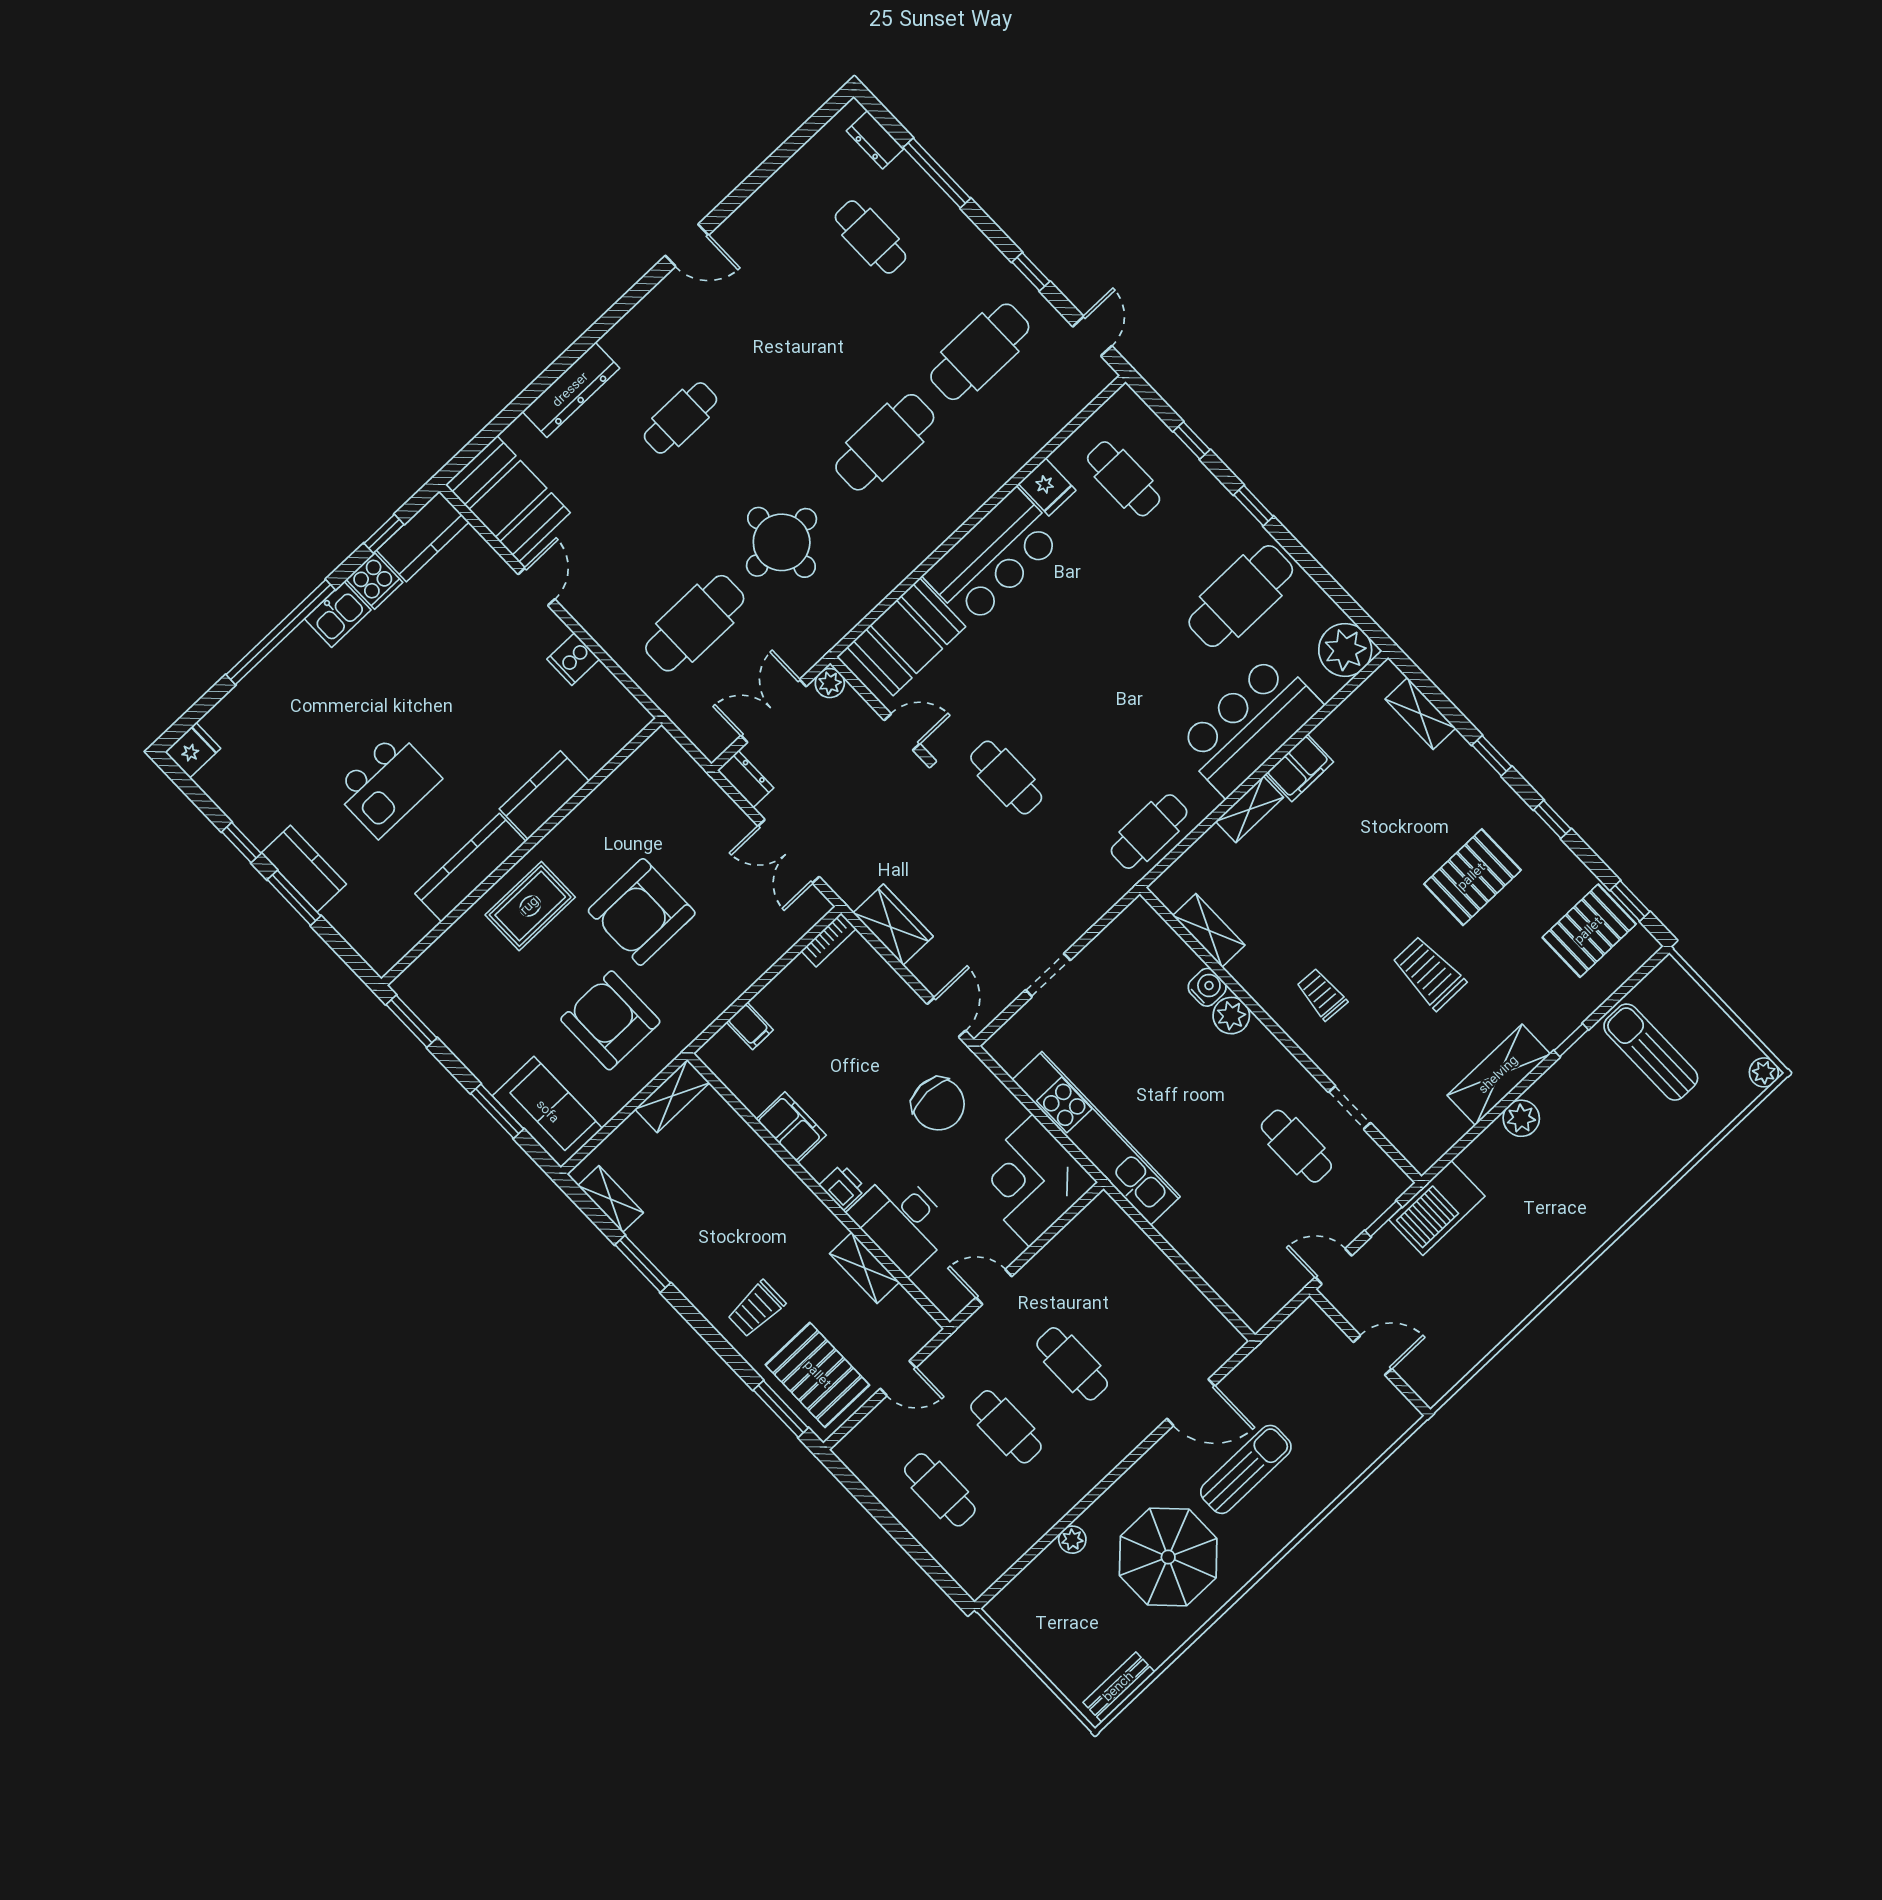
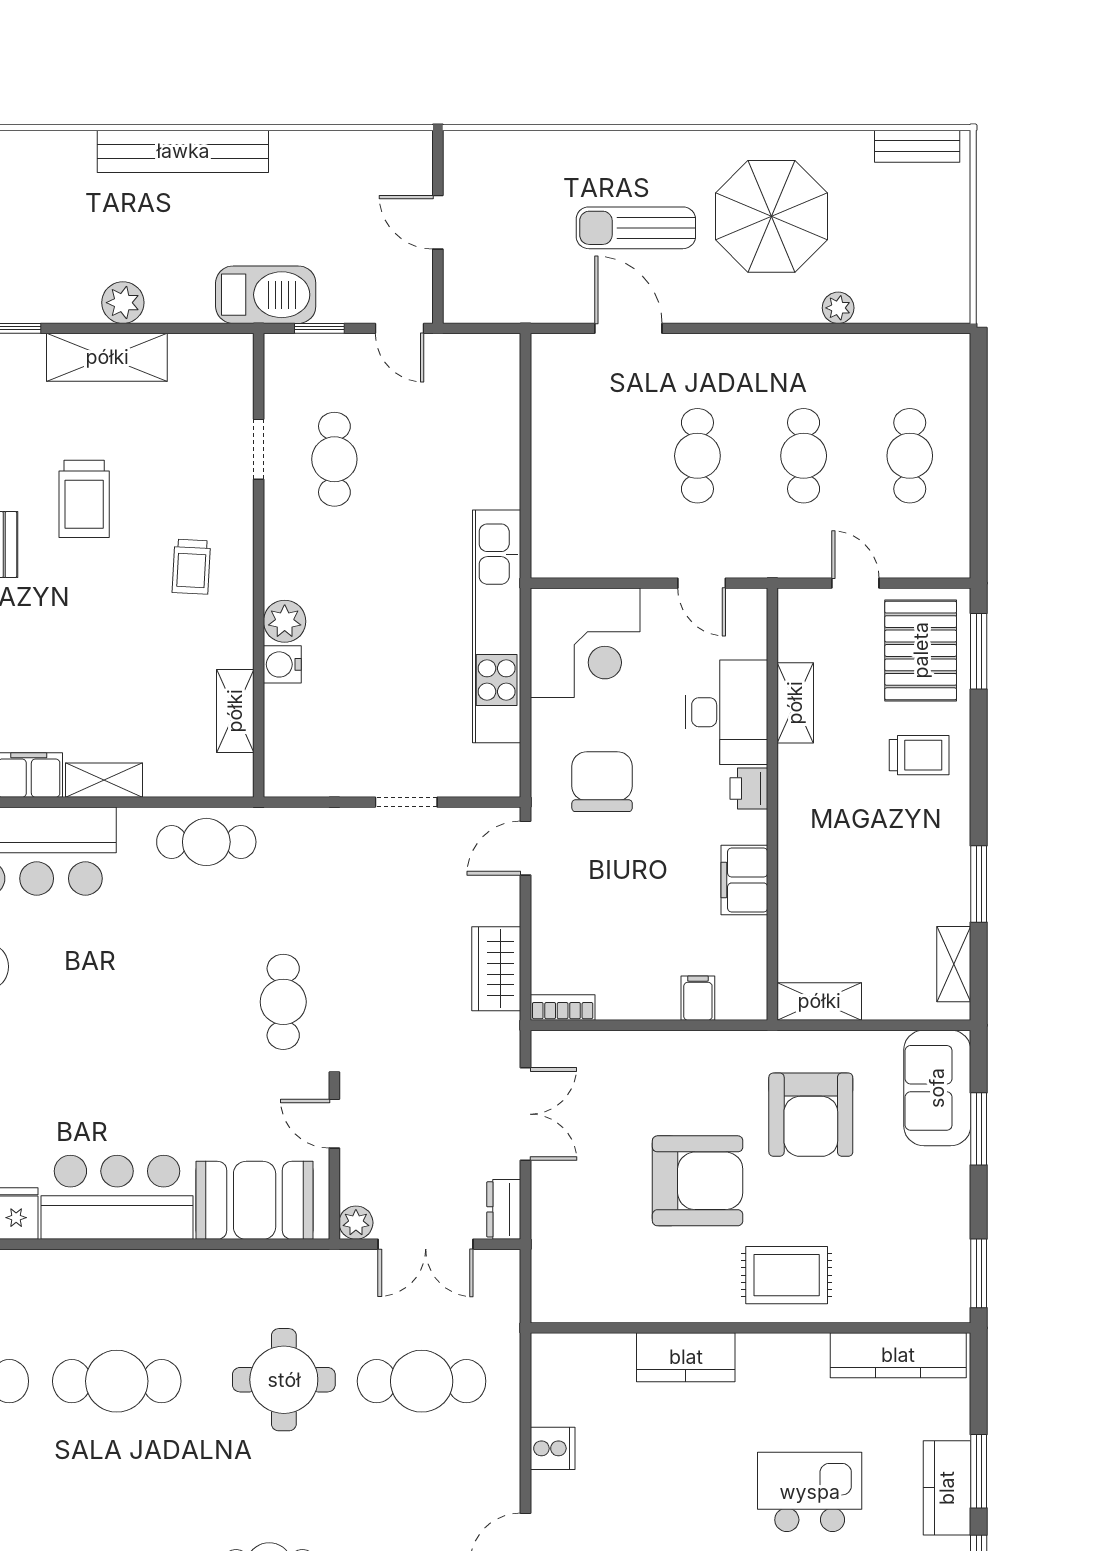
kitchen counter: (470, 868) -> (898, 1355), moved
bench: (1574, 1248) -> (183, 151), added

